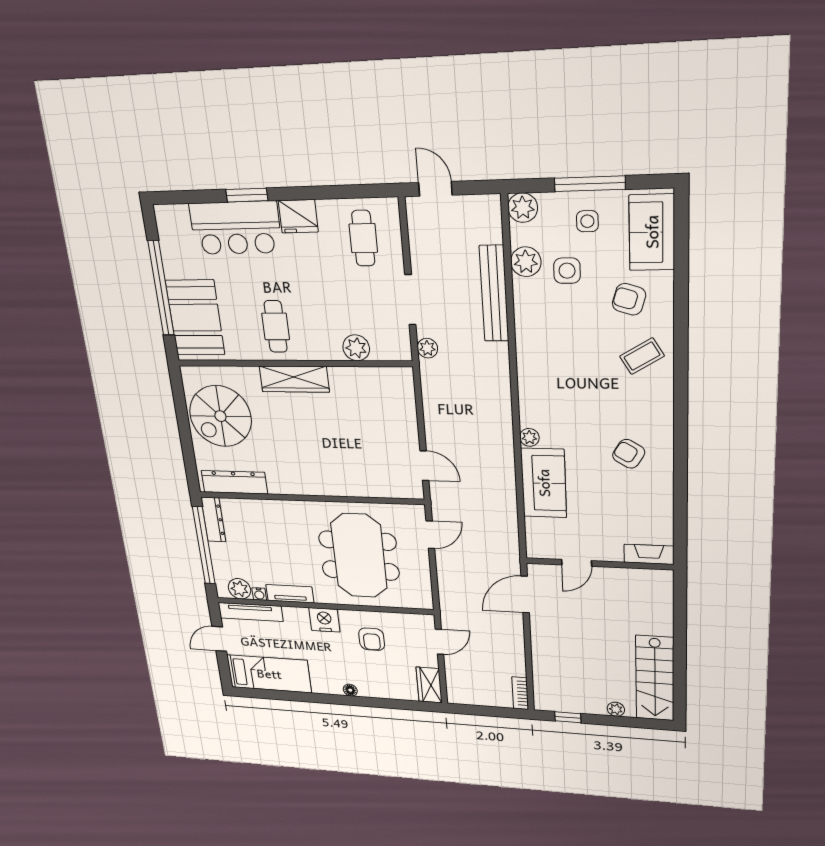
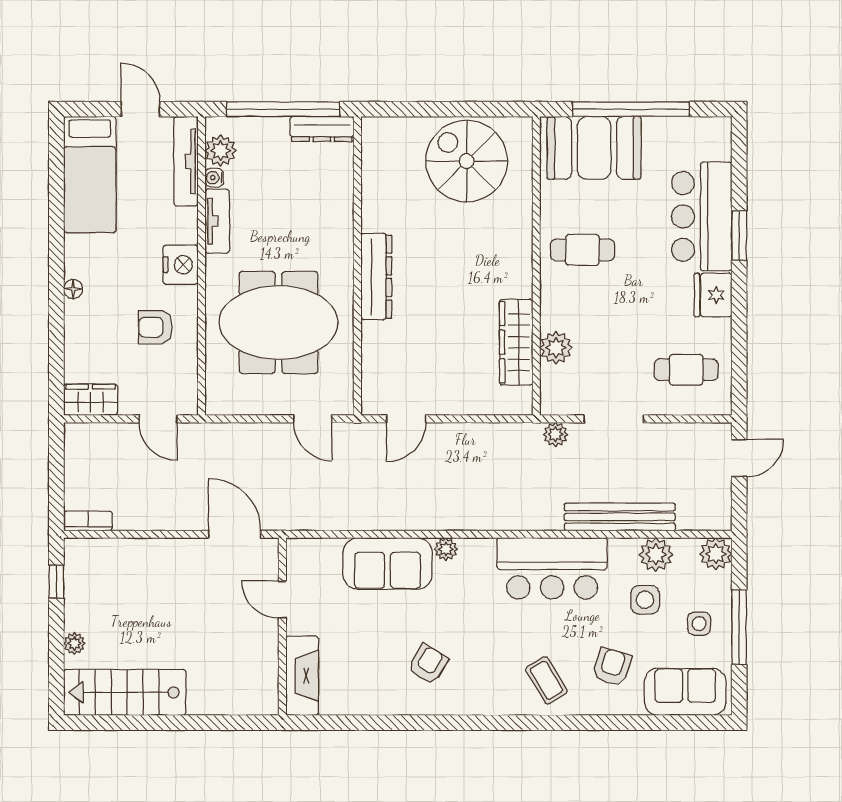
bar counter: (542, 351) -> (552, 568), added
wardrobe: (294, 379) -> (516, 342), moved
dresser: (234, 482) -> (376, 277), moved
fireplace: (649, 554) -> (302, 676), width x1.37, depth x1.32

